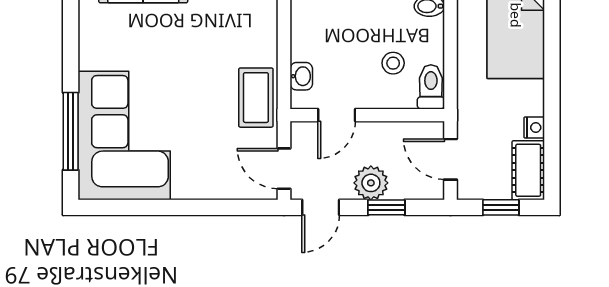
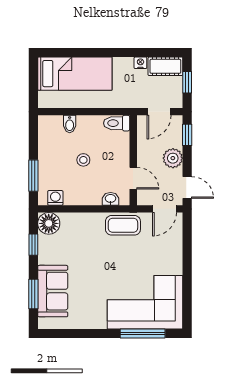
stool: (393, 63) -> (83, 160), moved
window: (386, 207) -> (187, 135), moved

